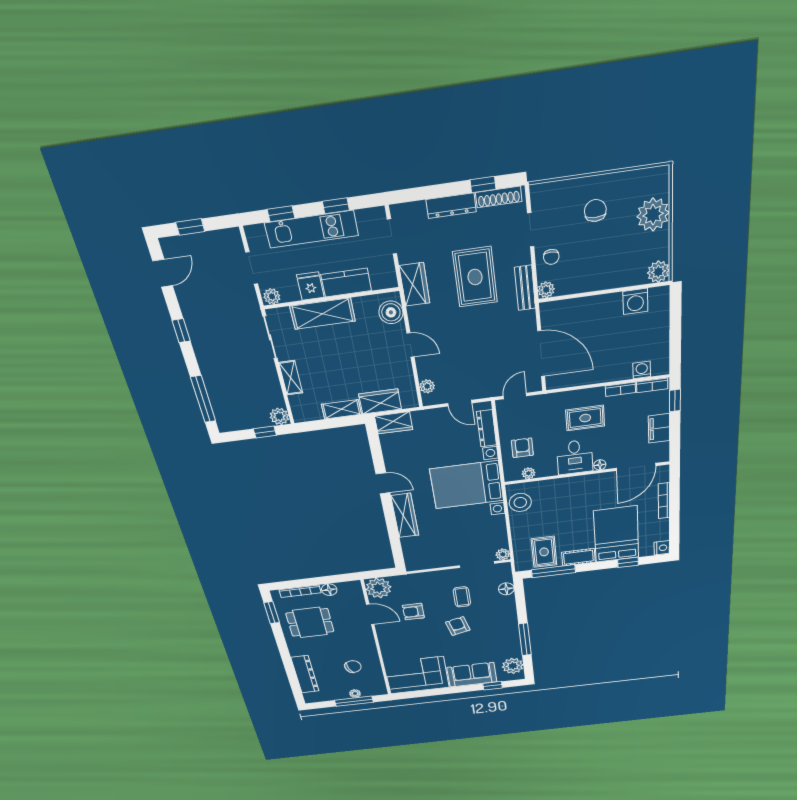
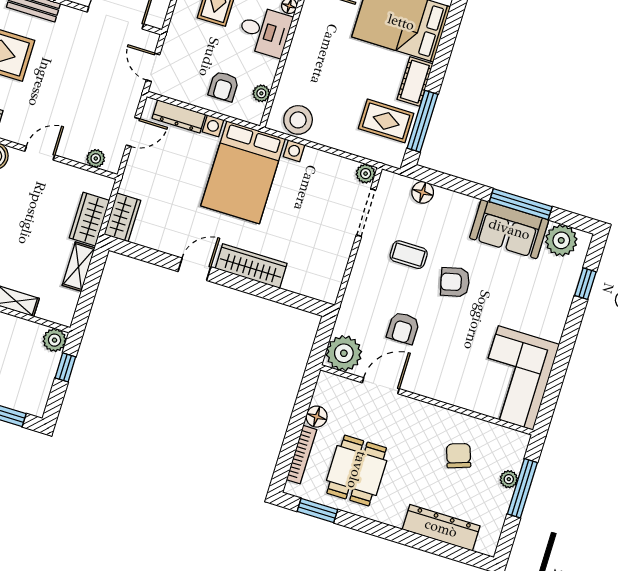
armchair: (522, 448) -> (223, 86), turned -90
window: (628, 562) -> (453, 23), removed
sofa: (472, 675) -> (509, 229), moved, turned -90

